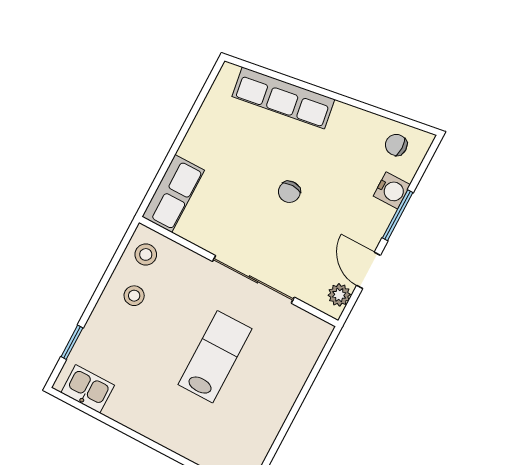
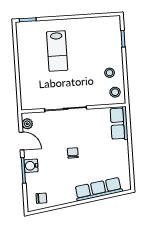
water cooler: (392, 190) -> (31, 166), moved
lab bench: (215, 357) -> (57, 51), moved
kitchen sink: (88, 389) -> (105, 24), removed

